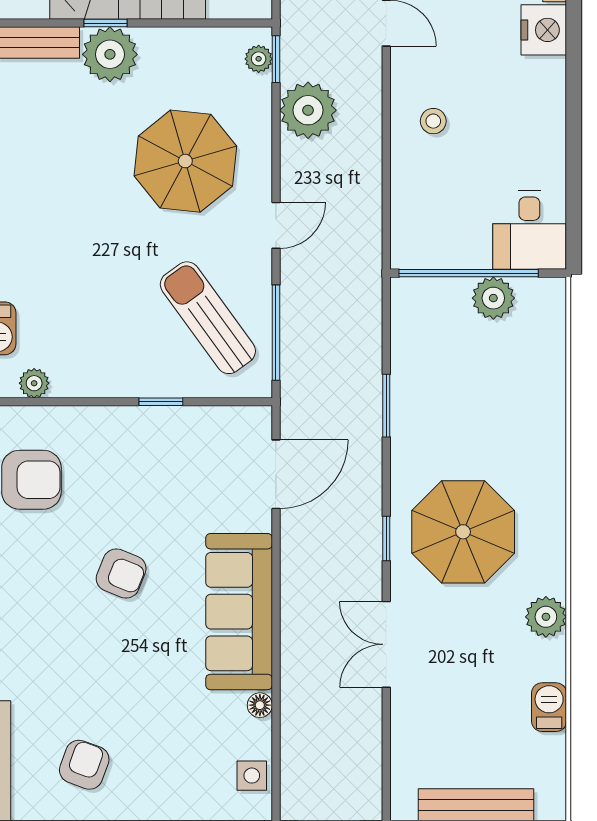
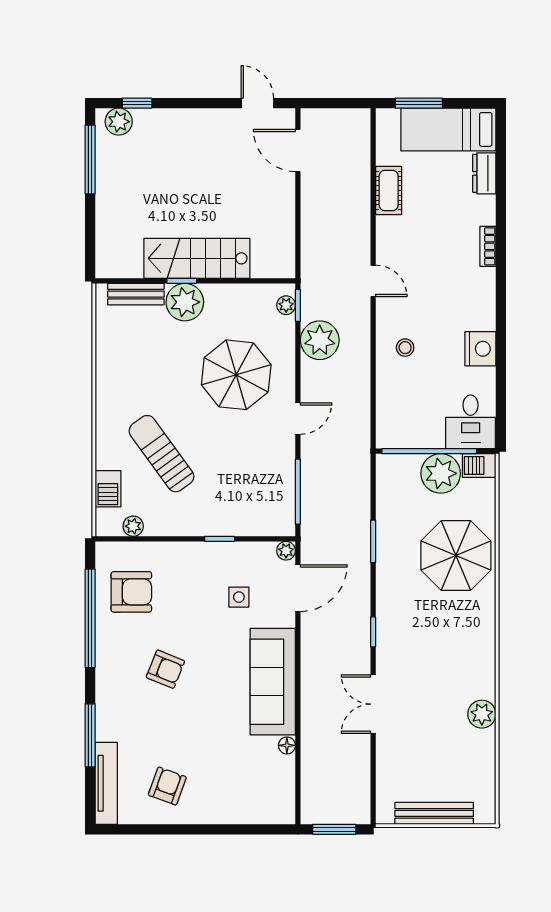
nightstand: (544, 30) -> (480, 349), moved
plant: (493, 298) -> (441, 473), width x1.36, depth x1.36
sun lounger: (208, 318) -> (161, 454), moved
plant: (259, 419) -> (286, 551), added
parasol: (463, 532) -> (456, 556), moved
armchair: (121, 574) -> (165, 669), moved
plant: (546, 617) -> (482, 714), moved
barbecue: (549, 707) -> (479, 465), moved, turned -90
side table: (252, 776) -> (239, 597), moved

